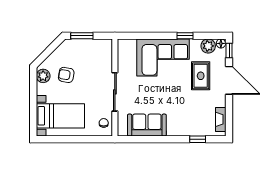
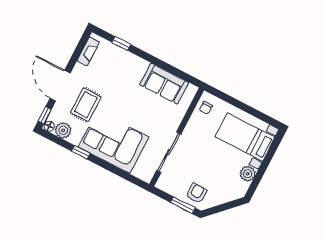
armchair: (66, 75) -> (196, 193), moved, turned -100
plant: (43, 76) -> (248, 174), moved
sliding door: (115, 92) -> (169, 152), moved

